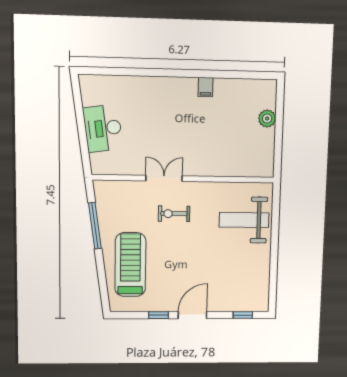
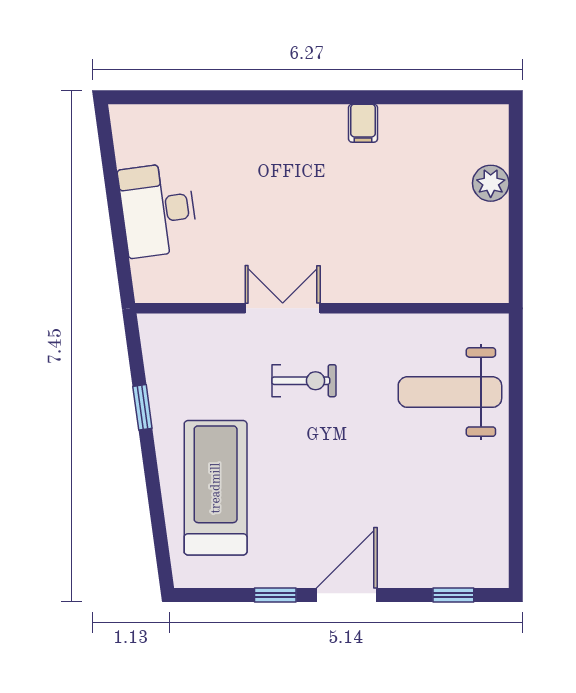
exercise bike: (174, 214) -> (304, 381), turned 180
window: (95, 226) -> (142, 407), width x0.46

